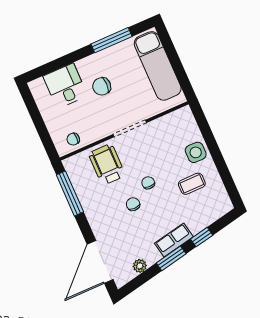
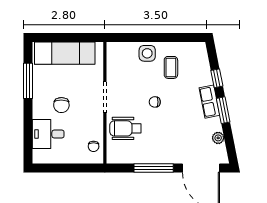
window: (70, 193) -> (154, 168), moved
chair: (133, 204) -> (167, 121), removed

